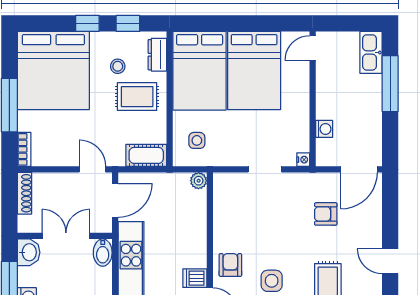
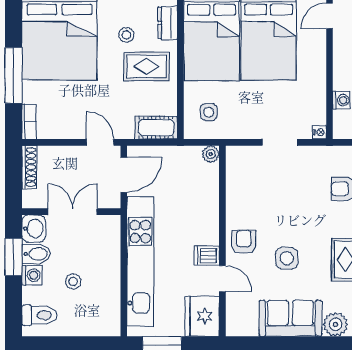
bidet: (103, 253) -> (36, 254), moved, turned -90

